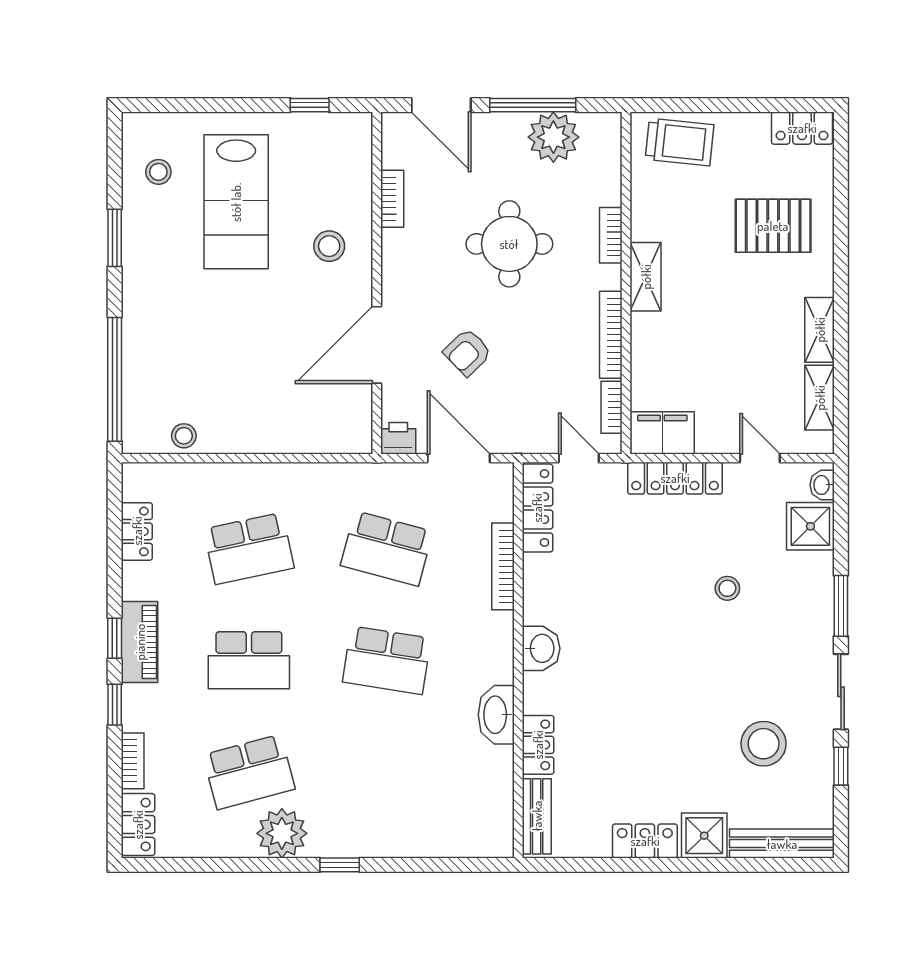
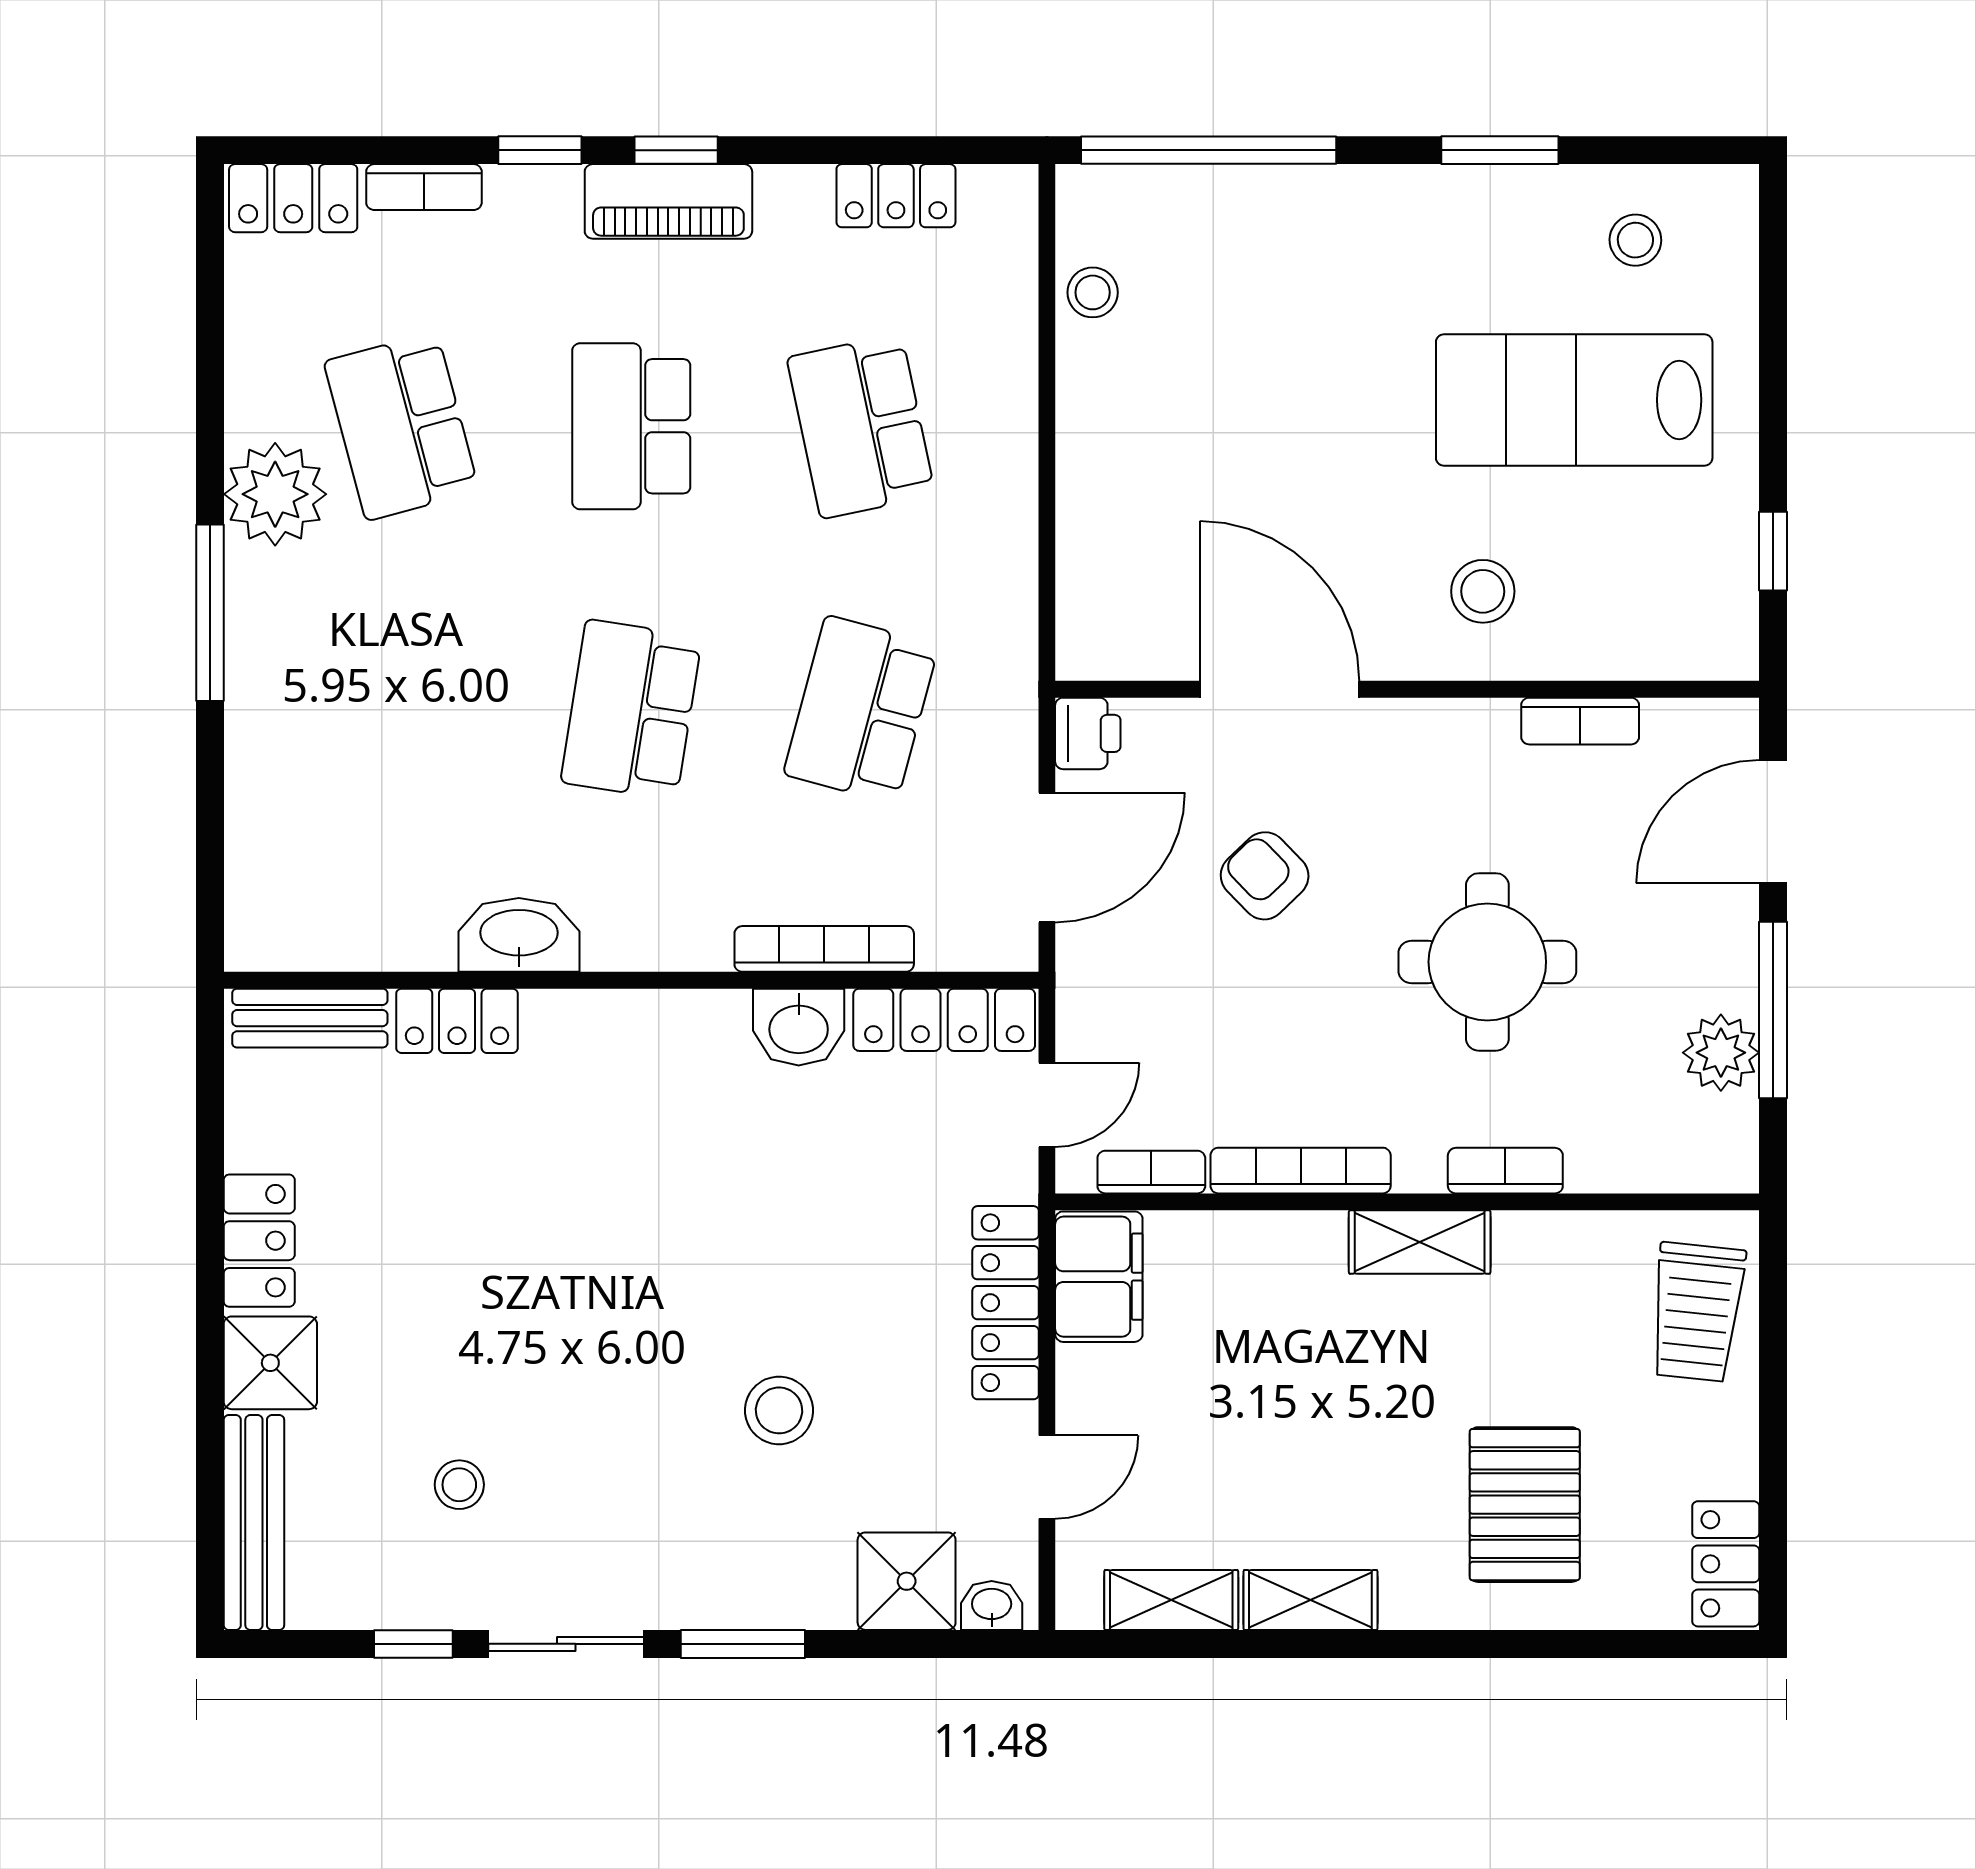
plant: (553, 137) -> (1721, 1053), width x0.73, depth x0.73
stool: (727, 588) -> (779, 1410), width x1.37, depth x1.37
washbasin: (541, 648) -> (799, 1027), moved
stool: (764, 744) -> (459, 1485), width x0.53, depth x0.53
window: (340, 865) -> (210, 613), width x2.17

